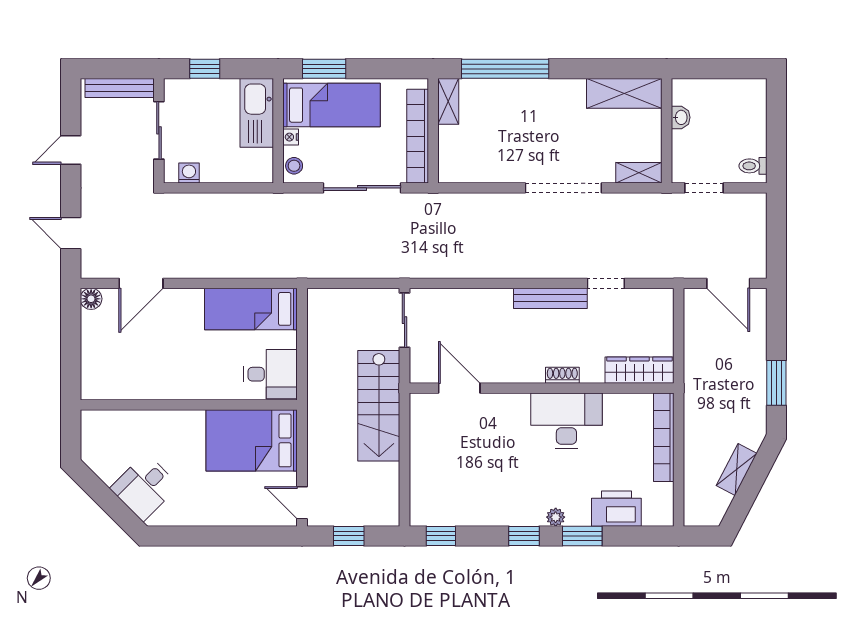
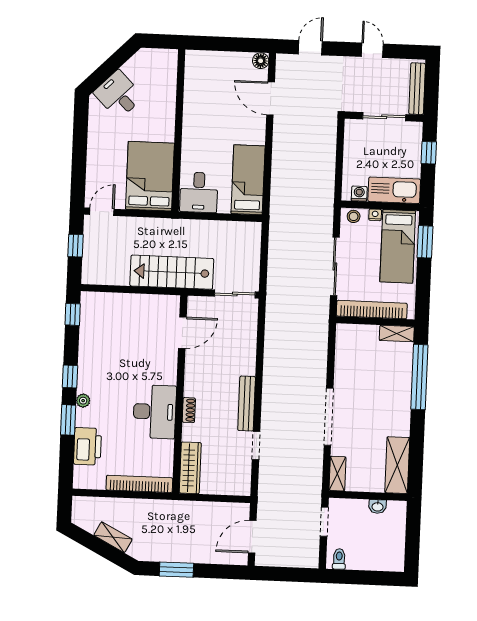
washing machine: (189, 173) -> (359, 194), moved, turned -90

